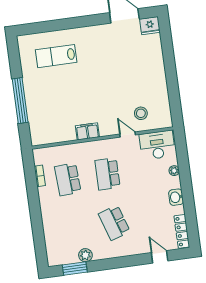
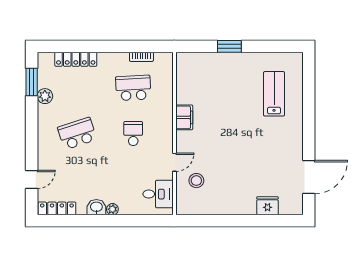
fridge: (150, 26) -> (267, 206), moved, turned 90
window: (20, 101) -> (229, 46), width x0.47
desk: (157, 145) -> (158, 194), width x0.73
plant: (174, 171) -> (112, 209), moved
school desk: (107, 174) -> (133, 134), width x0.54
locker: (50, 233) -> (76, 59), added

